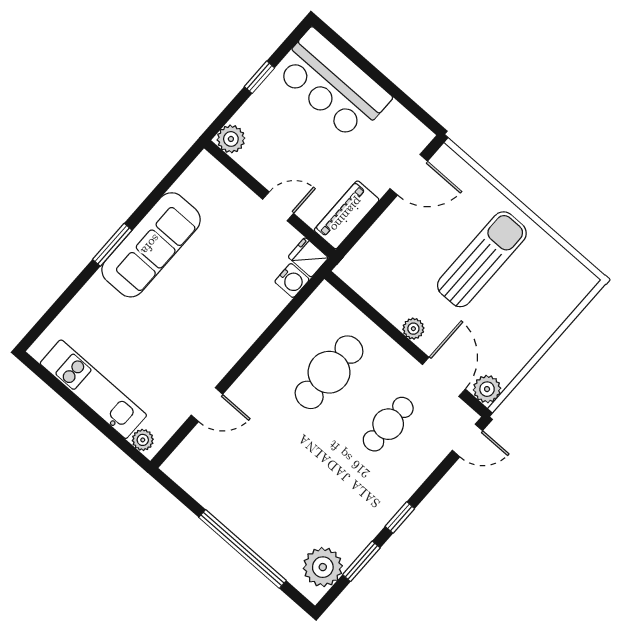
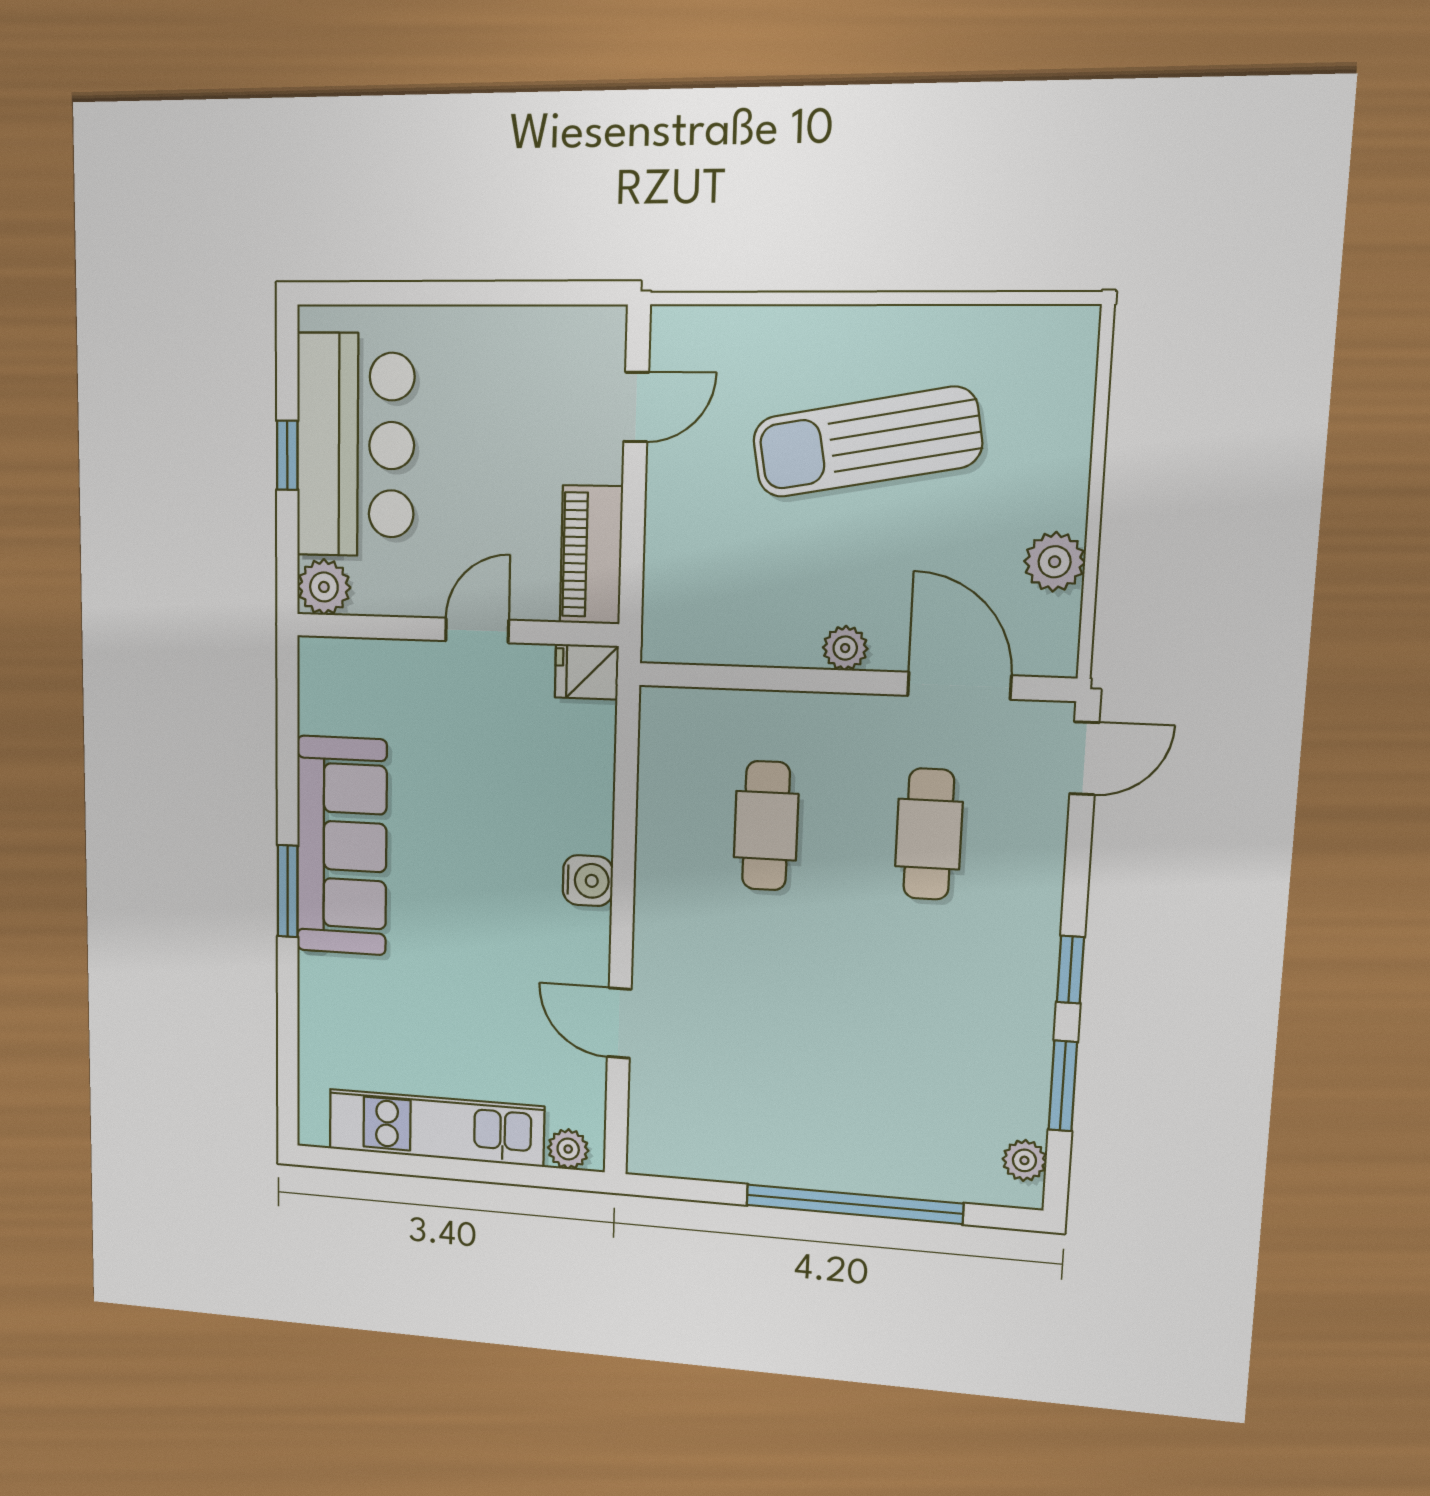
bar counter: (333, 84) -> (355, 445), moved, turned -90
door: (409, 175) -> (636, 407), width x0.73
sun lounger: (482, 259) -> (867, 442), turned -100
water cooler: (292, 281) -> (588, 881), moved
cafe table: (329, 372) -> (766, 826), width x0.73, depth x0.74
plant: (487, 389) -> (1055, 562), moved
door: (207, 405) -> (619, 1023), swing flipped
plant: (323, 567) -> (1024, 1160), width x0.53, depth x0.53

